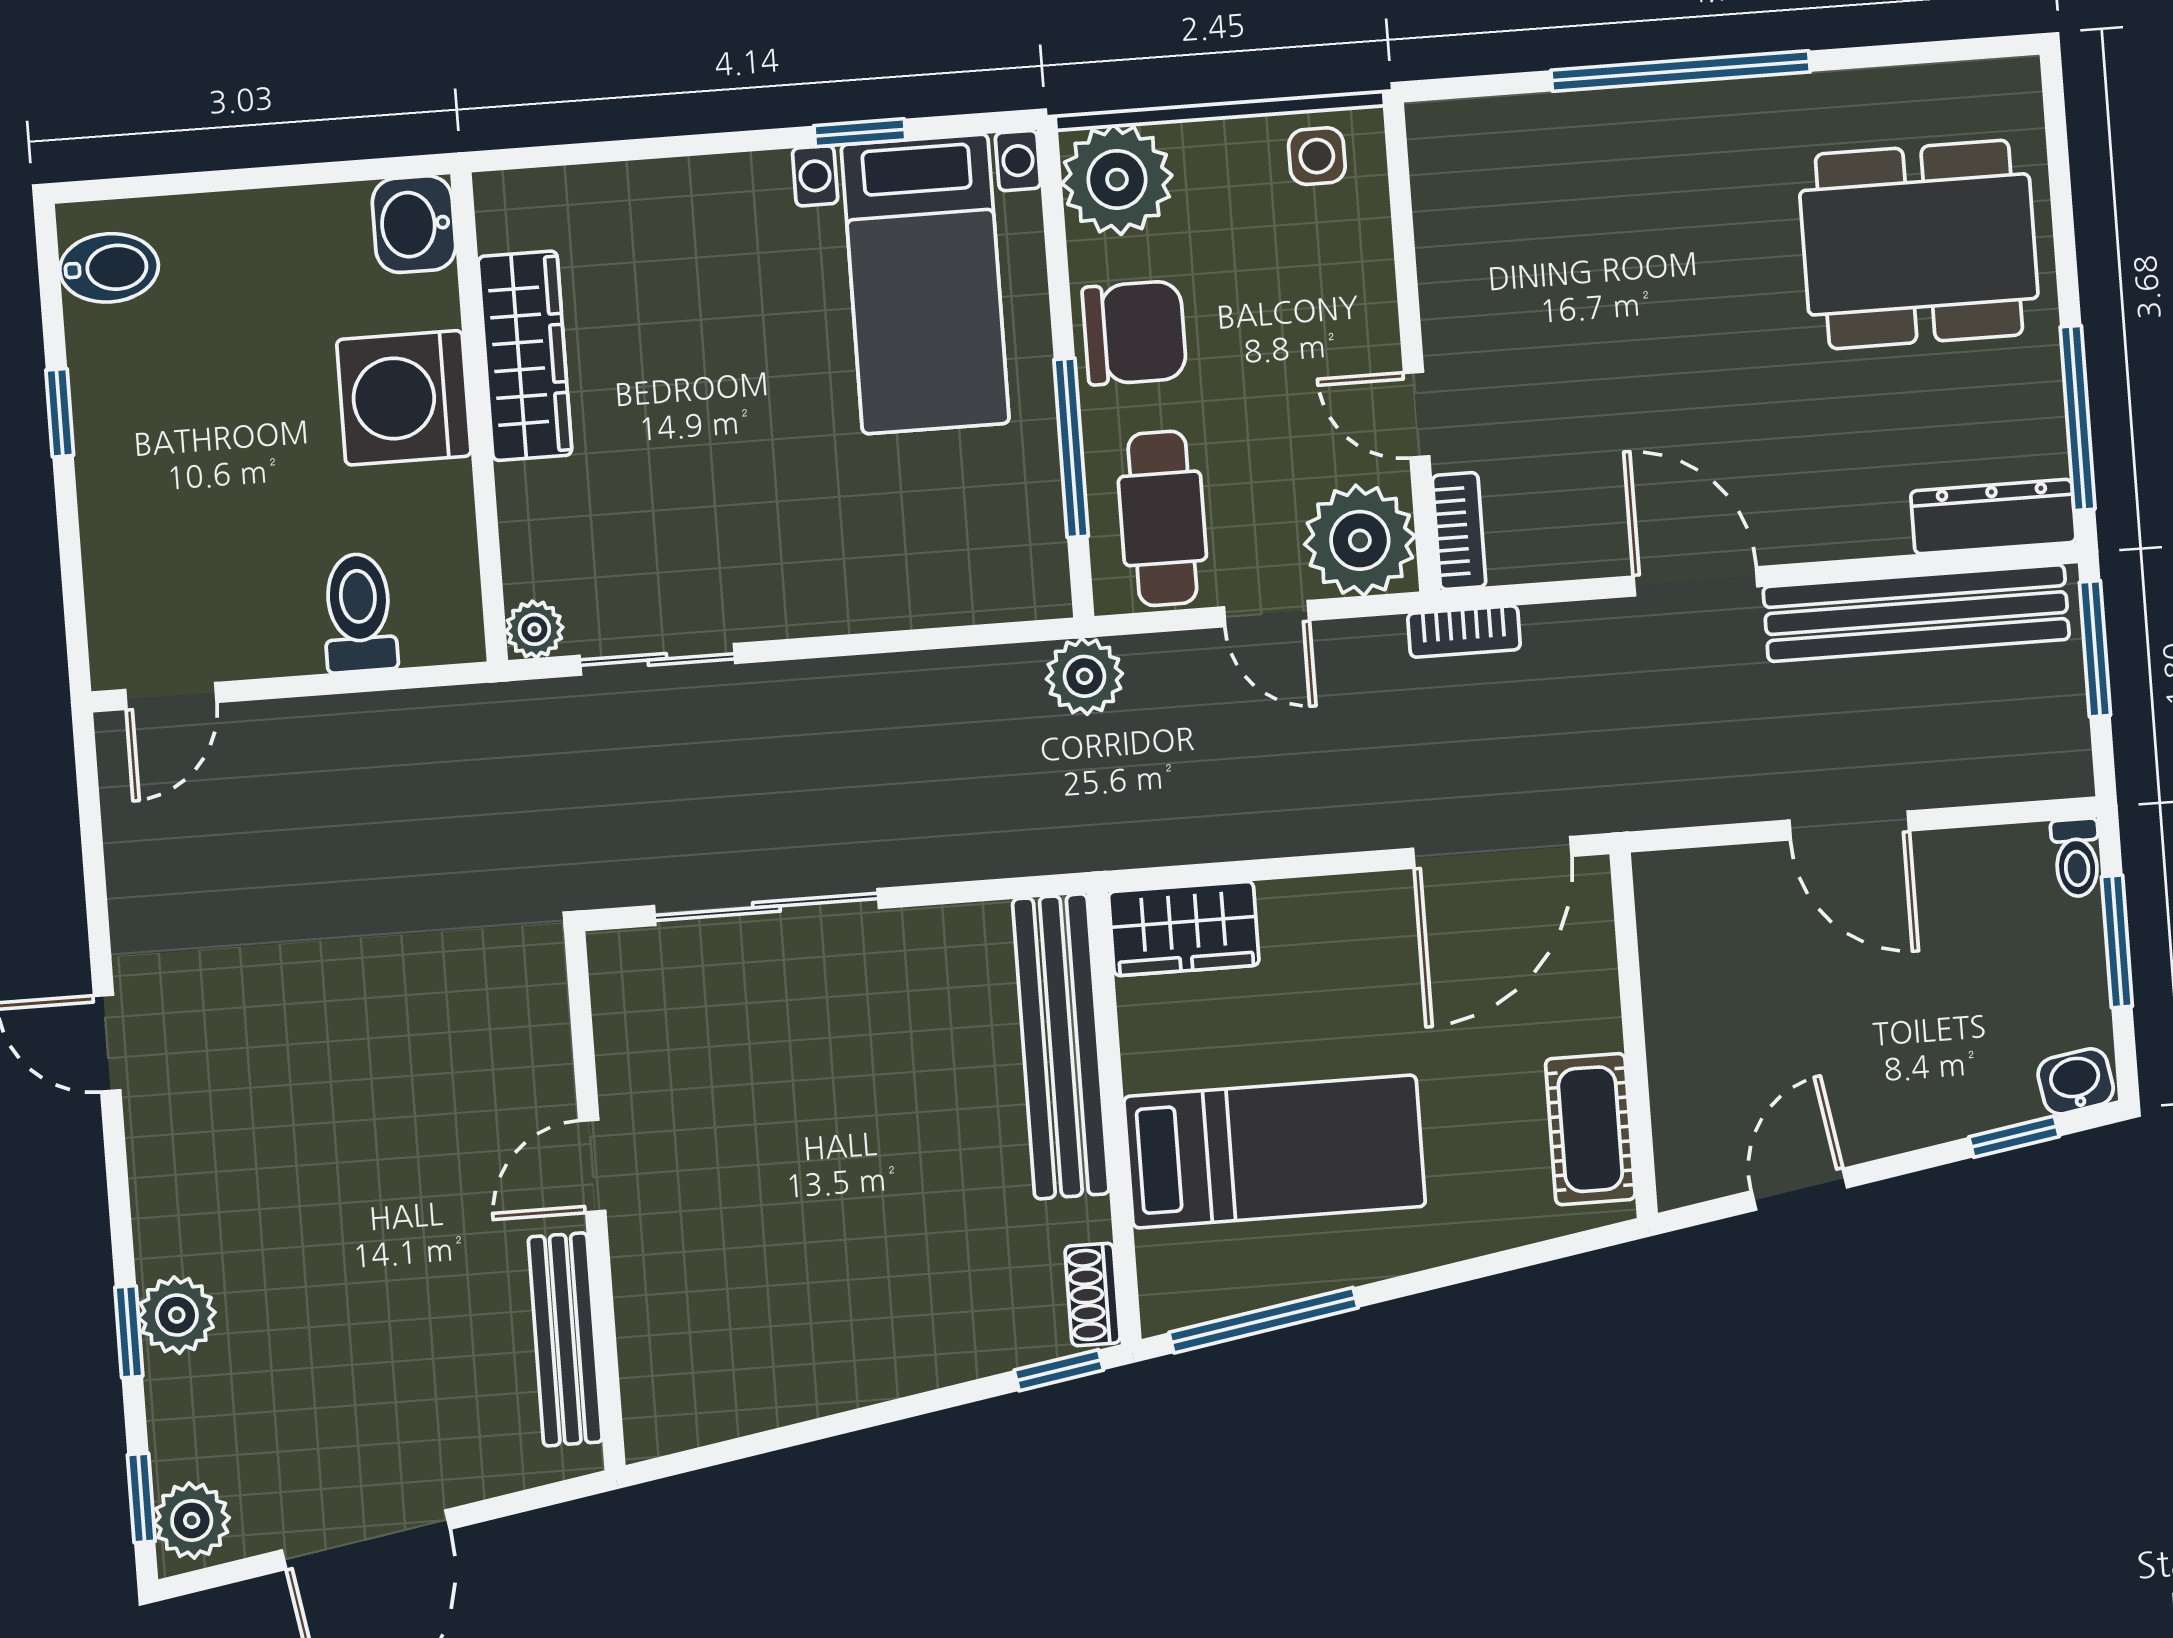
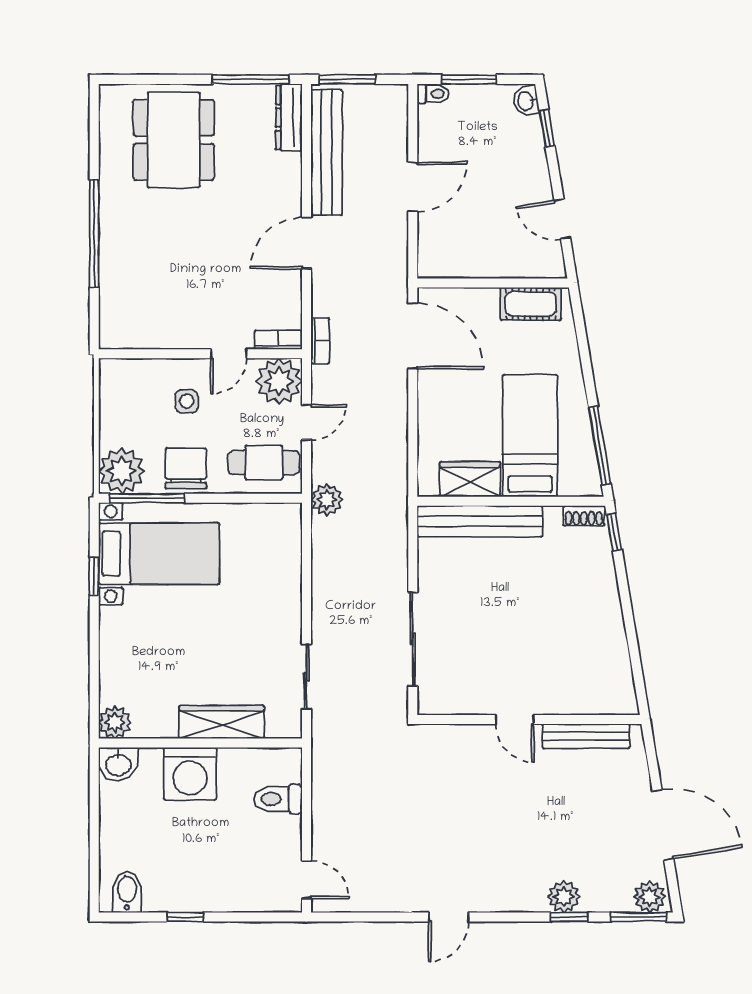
side table: (1317, 156) -> (187, 401), moved
wardrobe: (525, 356) -> (222, 722), moved
window: (1071, 448) -> (147, 498), moved
plant: (534, 629) -> (115, 722), moved, width x1.38, depth x1.38
wardrobe: (1184, 929) -> (470, 479), moved, turned -90
window: (141, 1498) -> (639, 917), width x1.50

